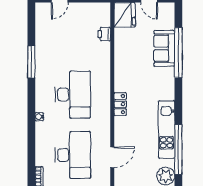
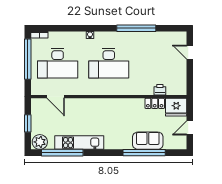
window: (31, 62) -> (136, 28), width x1.46
locker: (120, 104) -> (155, 103), moved

